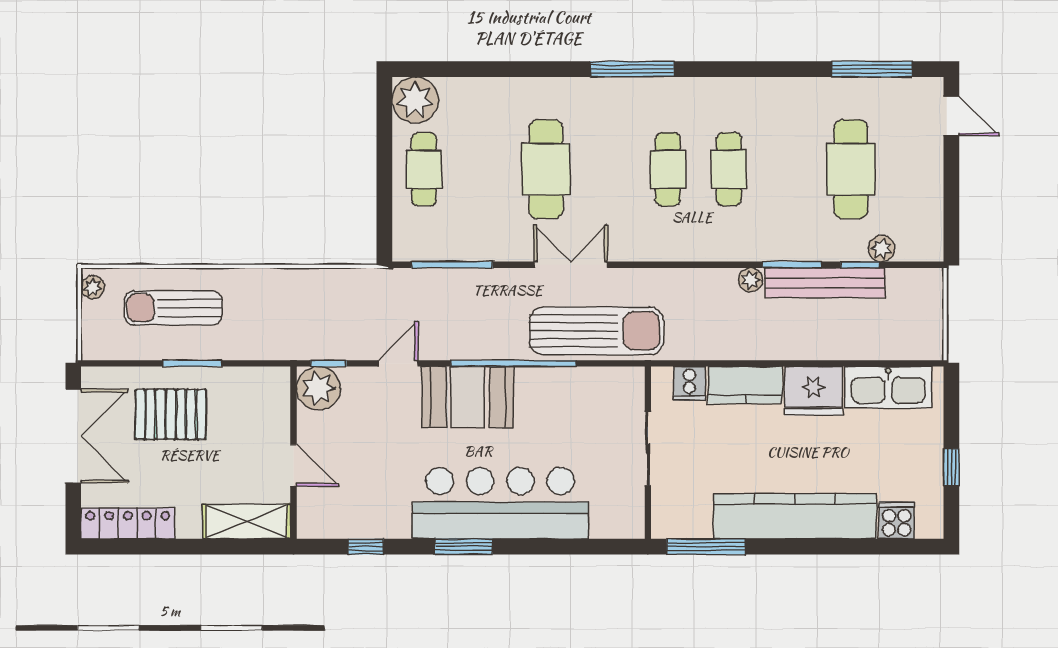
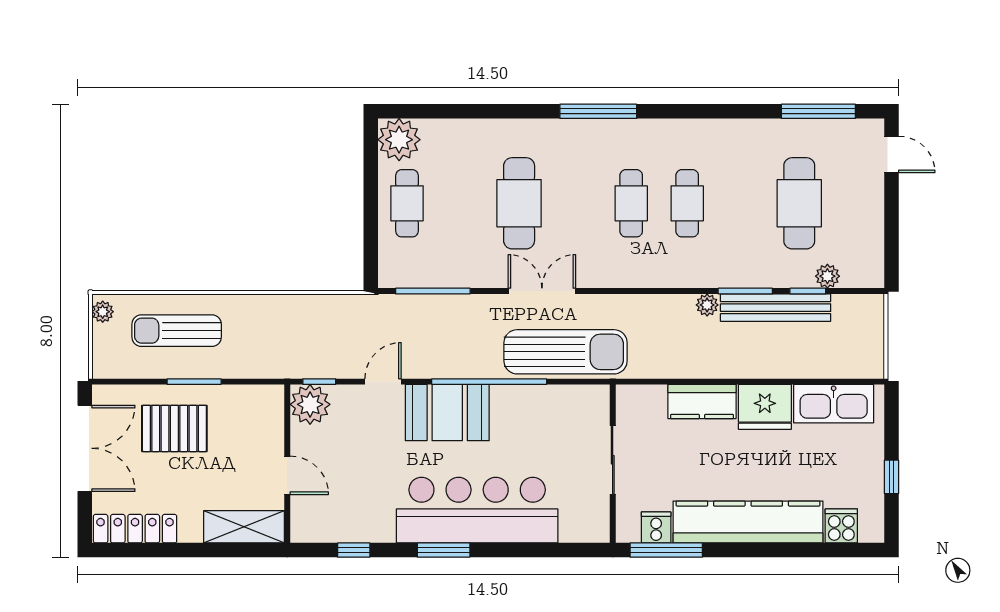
cooker: (689, 383) -> (656, 527), moved, turned 180

